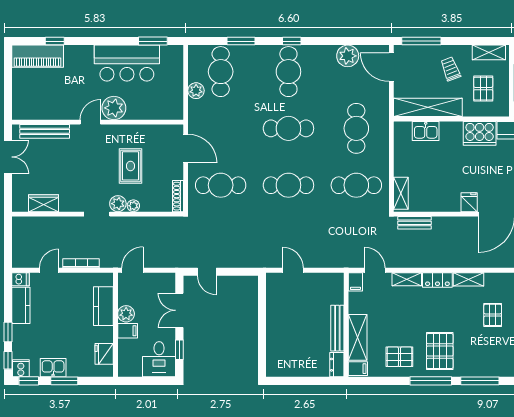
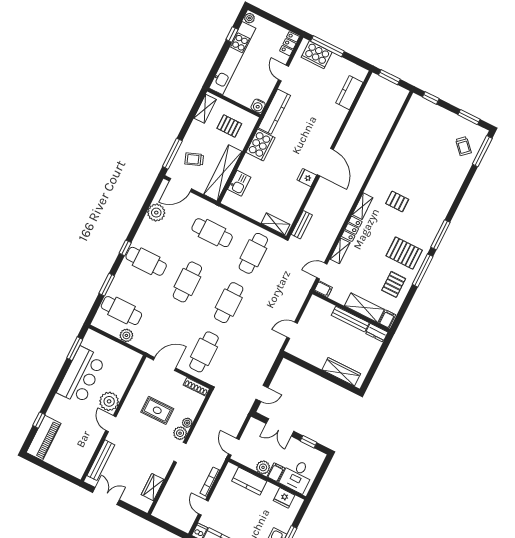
trolley: (451, 69) -> (194, 159), moved
wardrobe: (274, 347) -> (341, 372), added
desk: (159, 359) -> (297, 476), moved, turned 90

